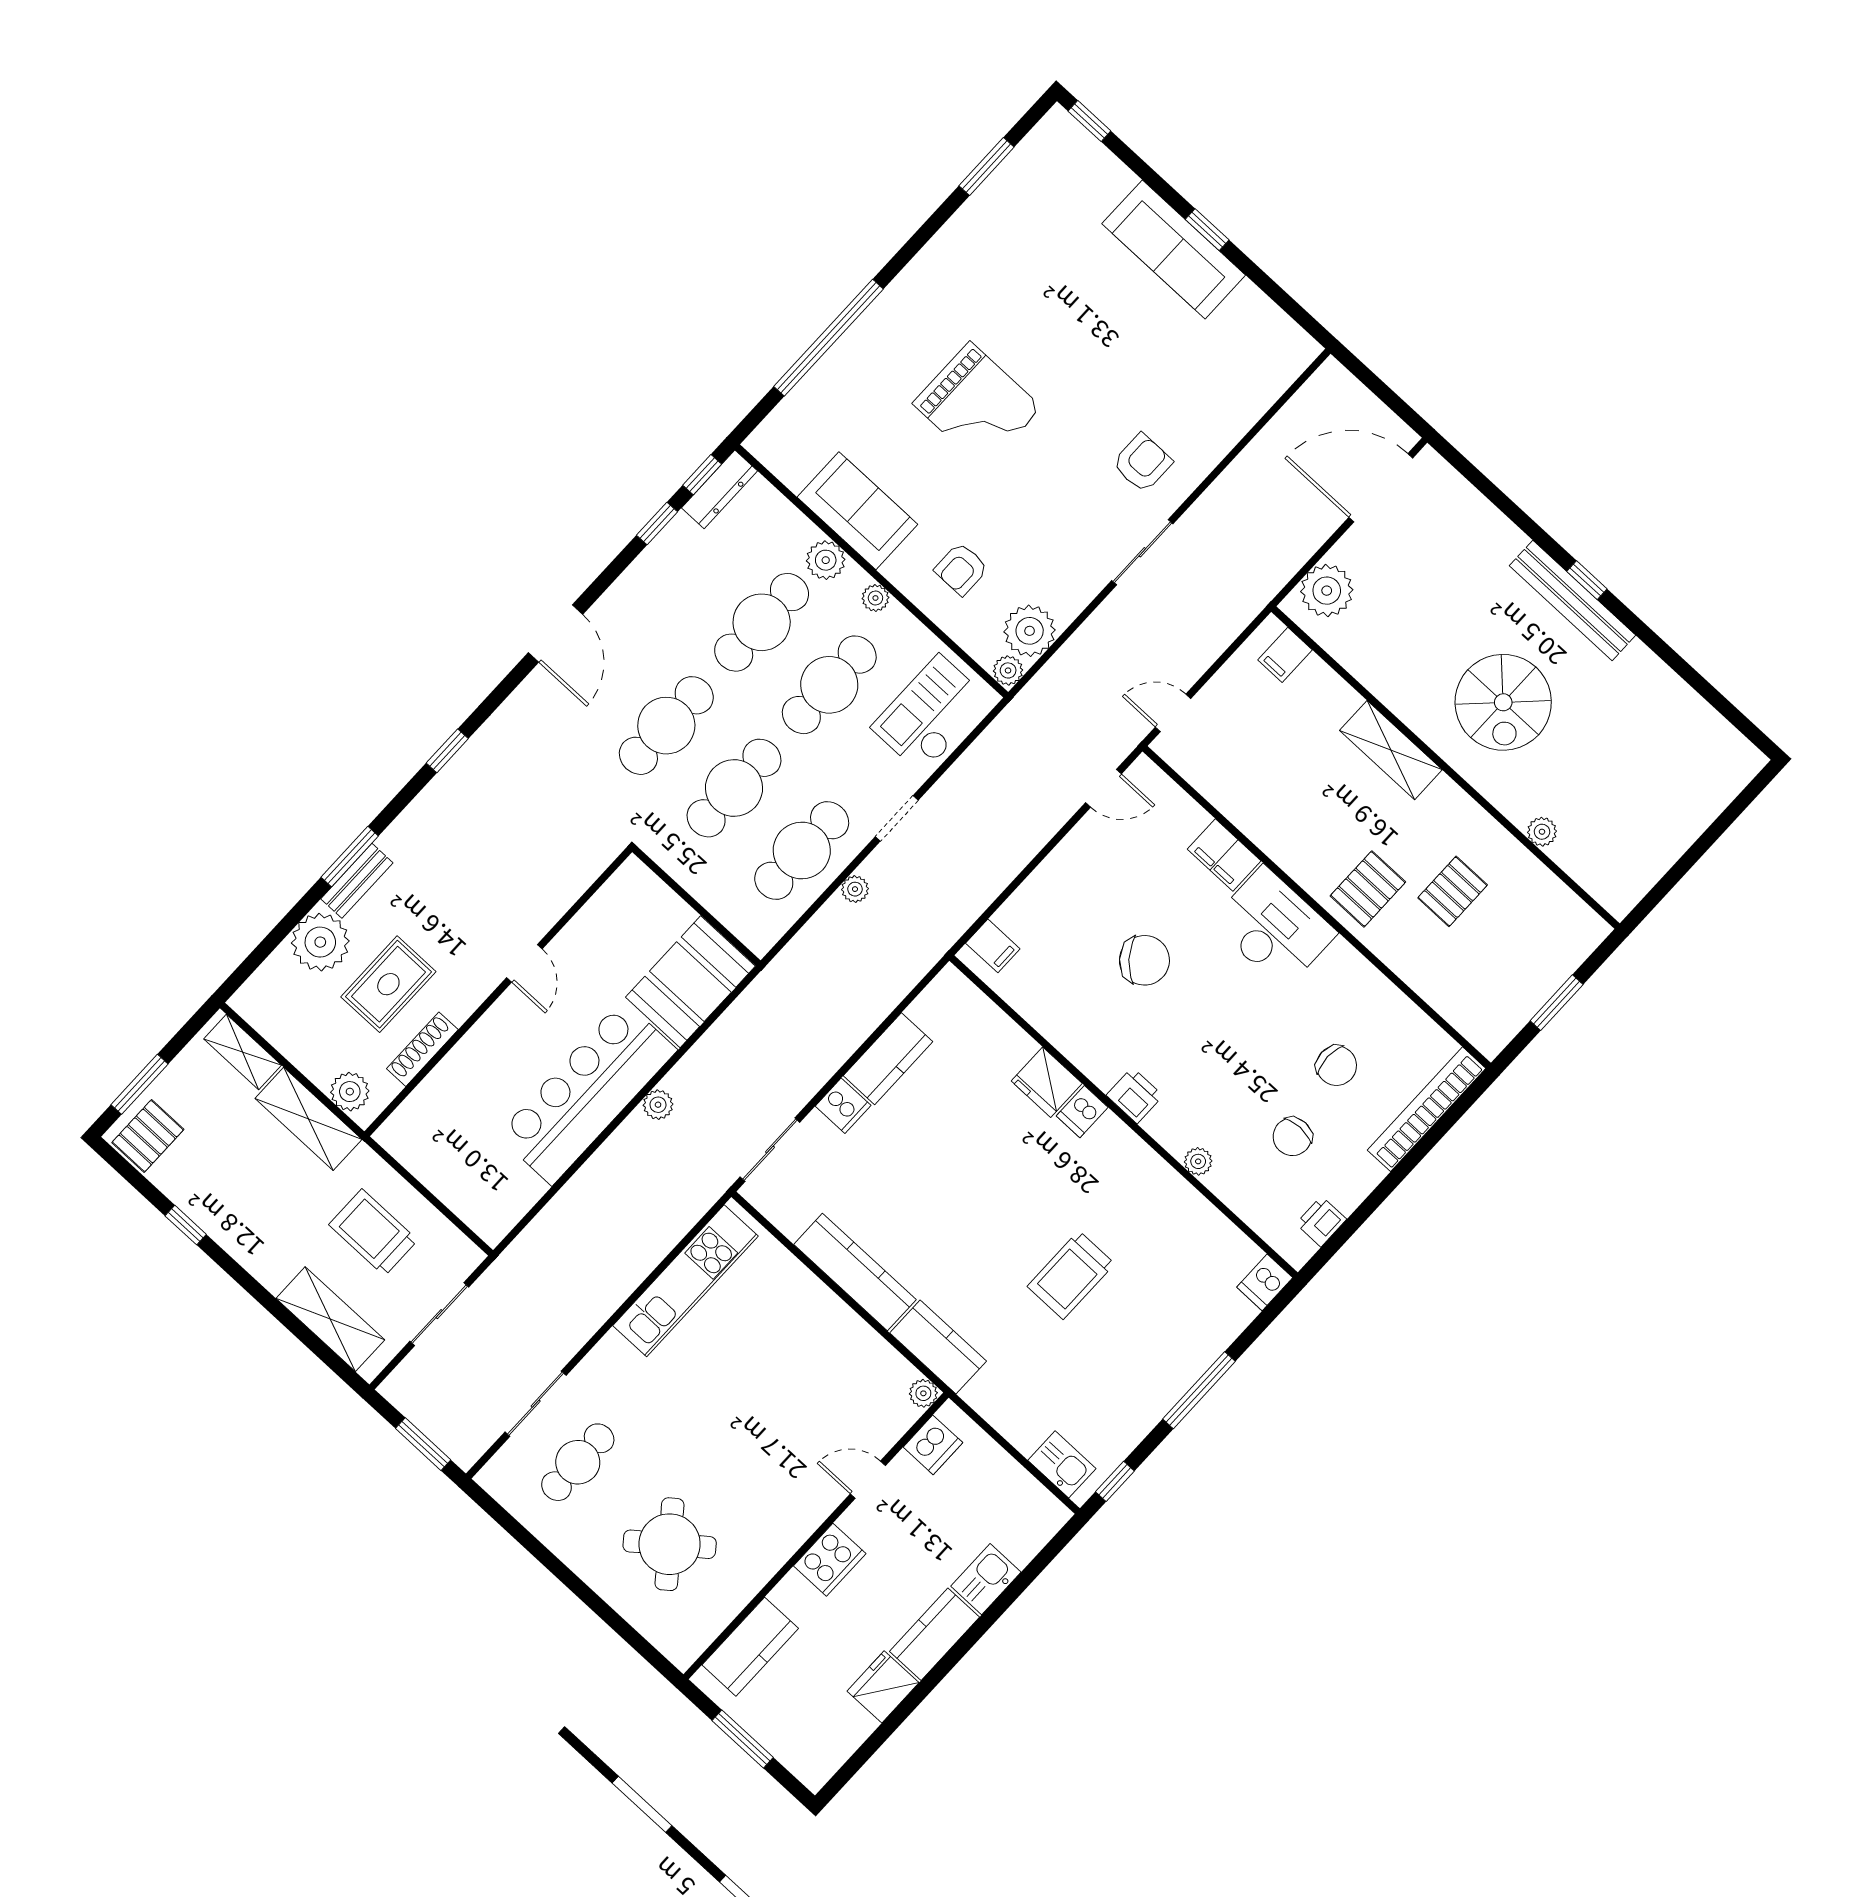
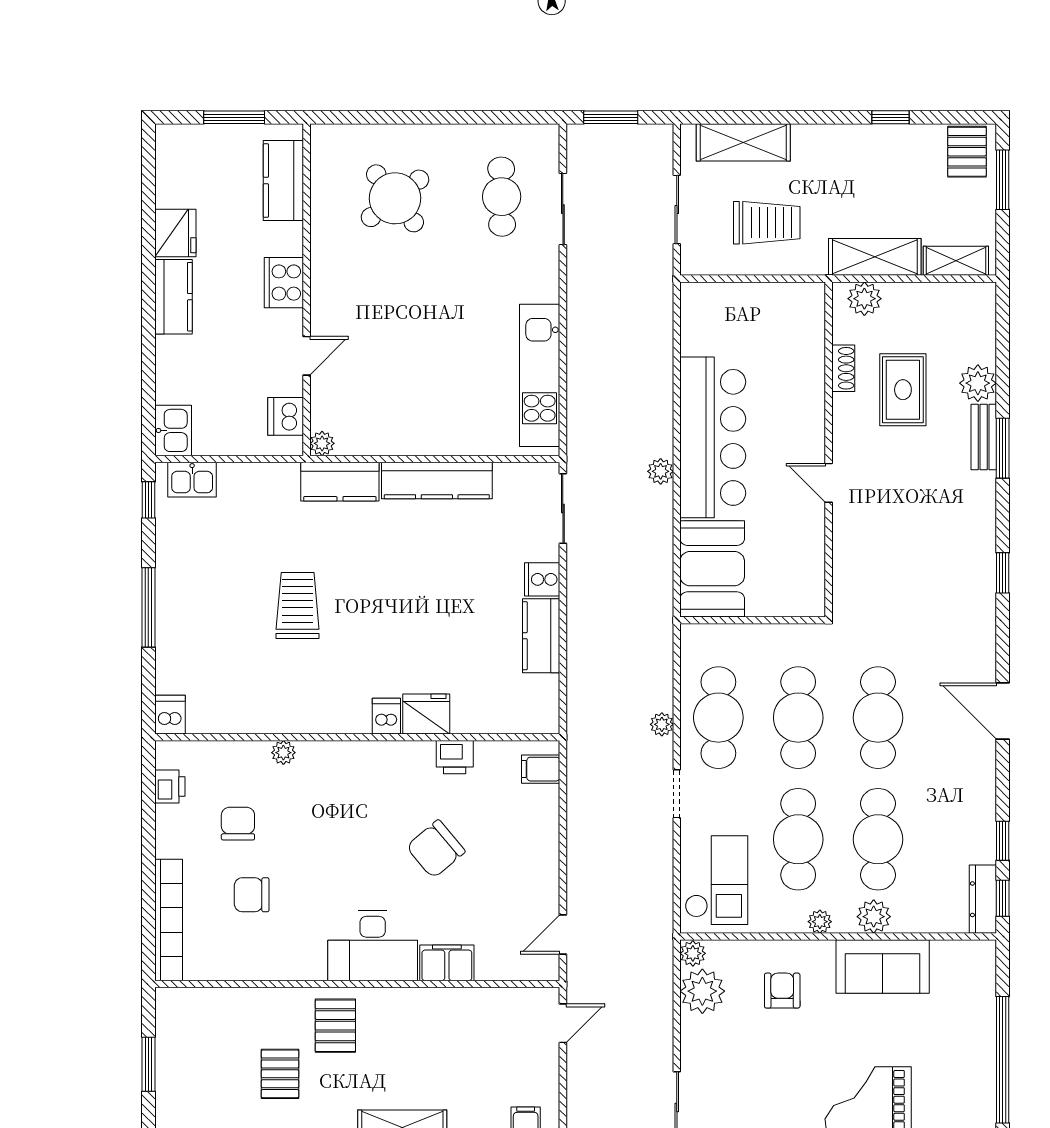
plant: (320, 942) -> (978, 383), width x0.73, depth x0.73
shoe rack: (422, 1049) -> (843, 368), width x0.70
printer: (1135, 1095) -> (455, 757), moved
kitchen sink: (986, 1579) -> (173, 430), moved

